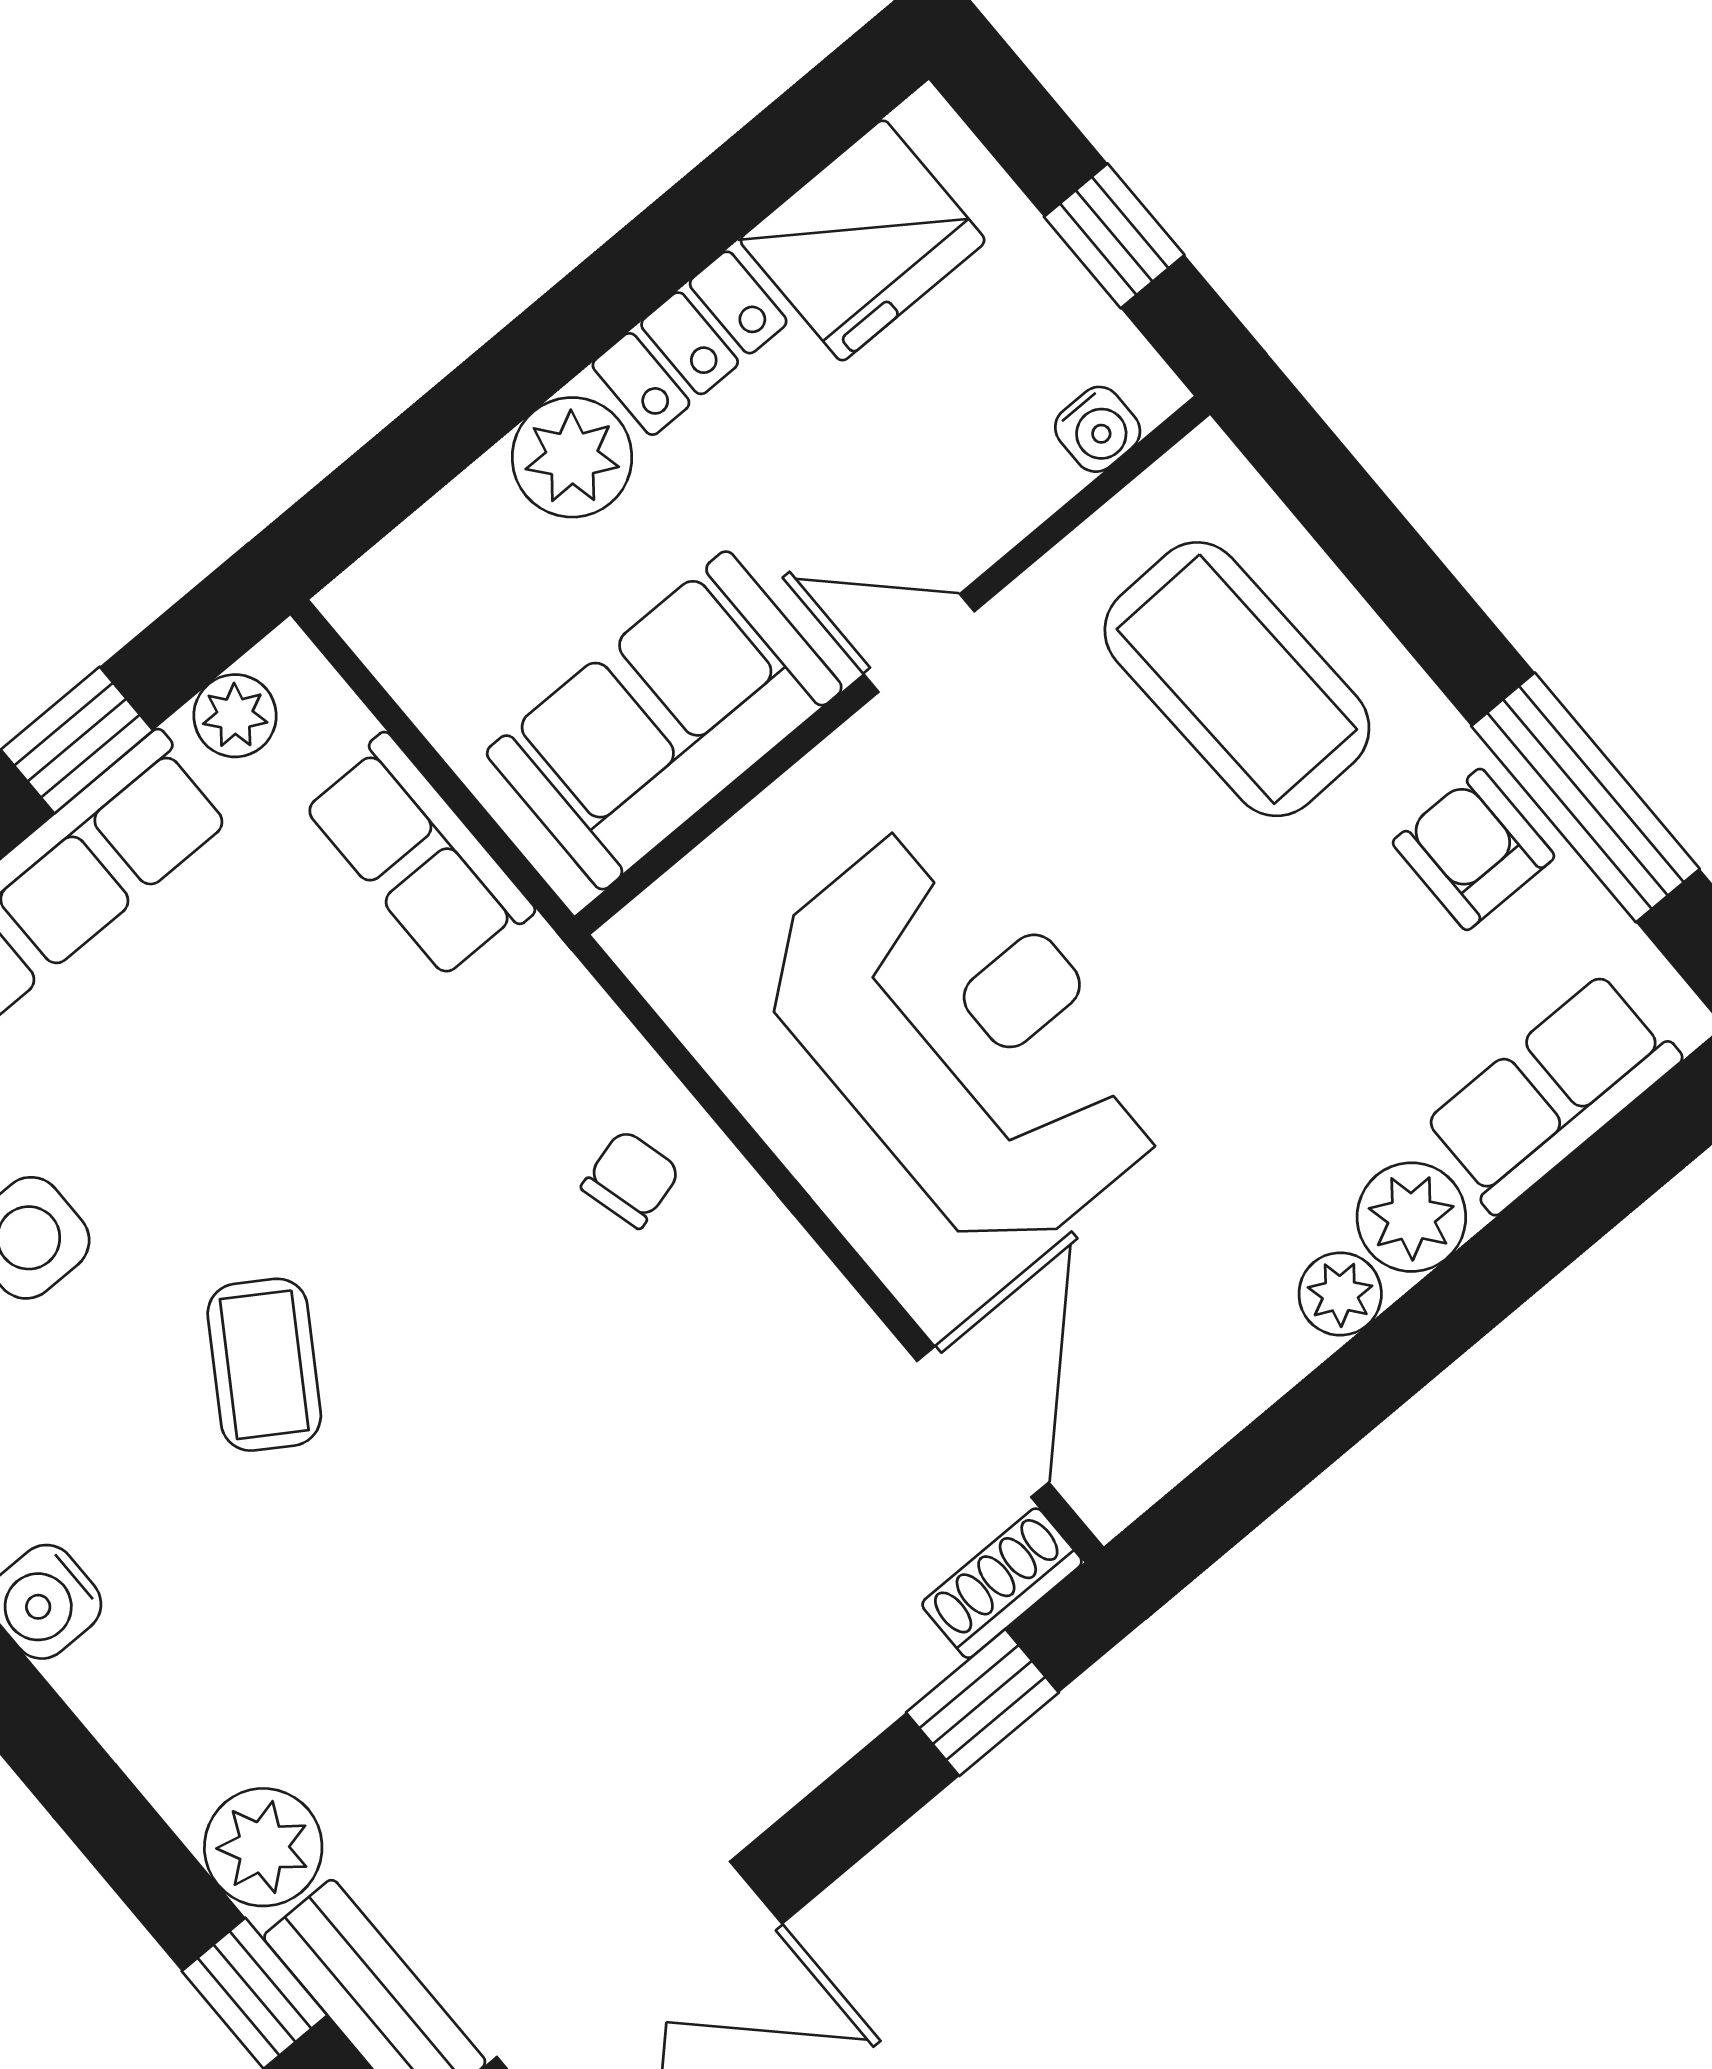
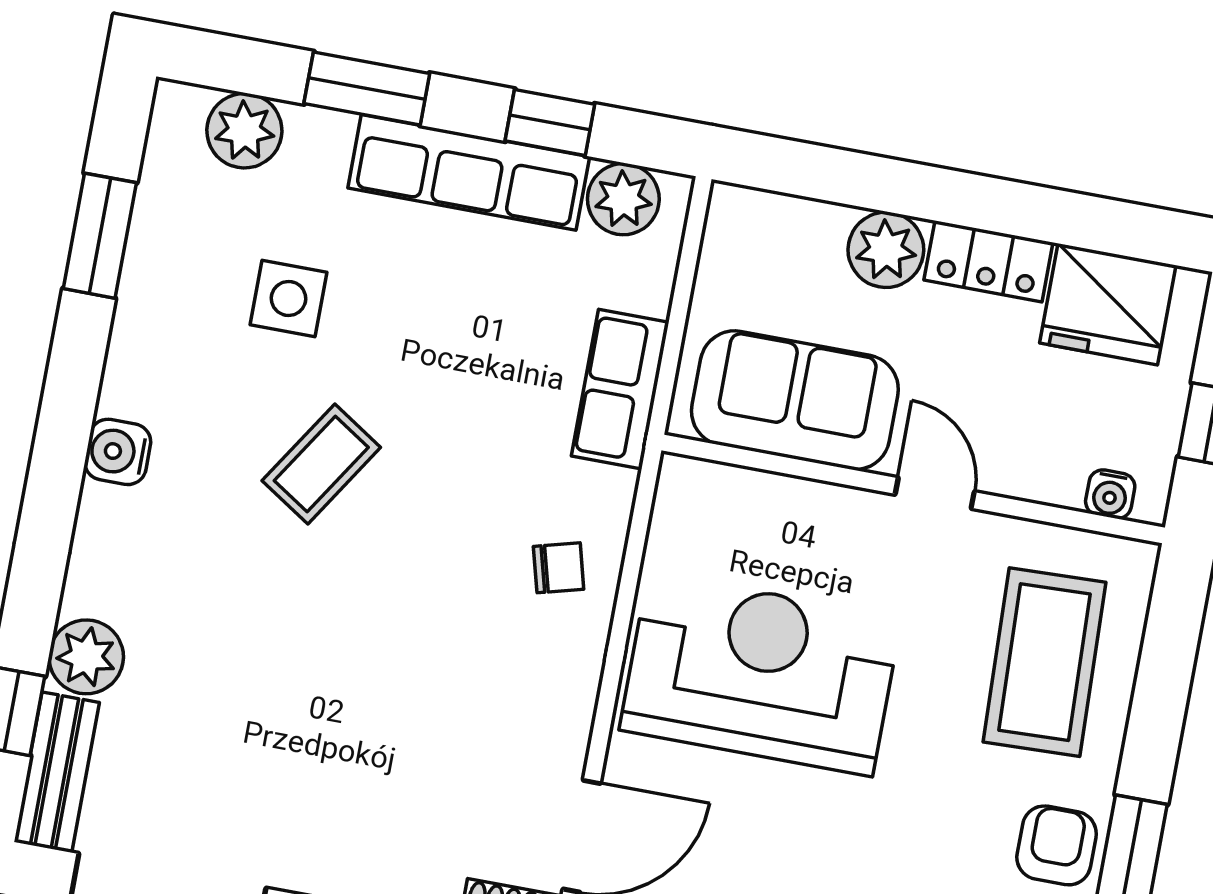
plant: (235, 716) -> (623, 199), width x1.38, depth x1.38
row of seats: (418, 856) -> (620, 389), moved
reception desk: (965, 1039) -> (760, 674), turned -90

